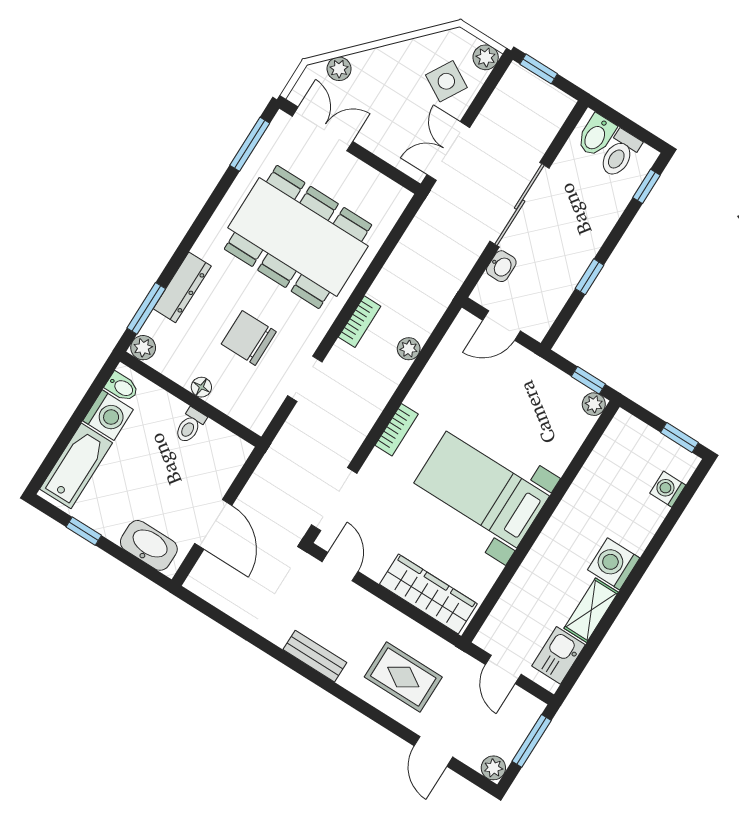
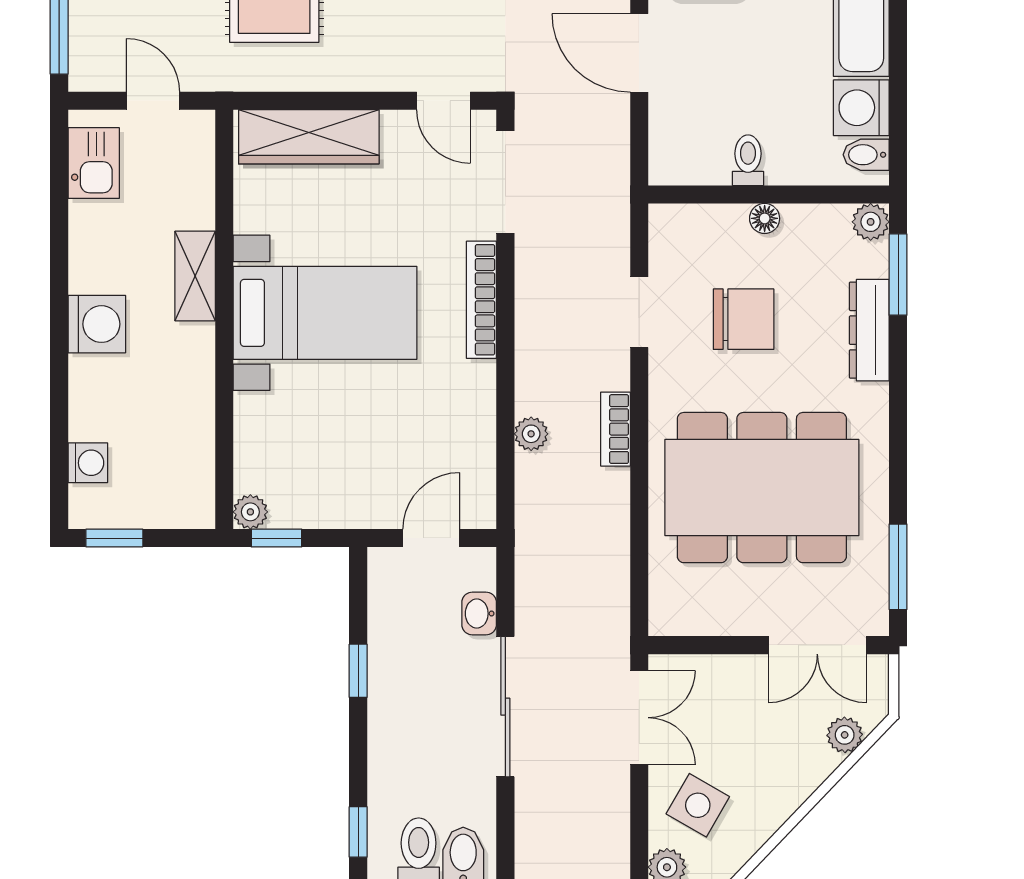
bookcase: (397, 430) -> (481, 300), width x1.56
shelving: (591, 610) -> (195, 276), moved

